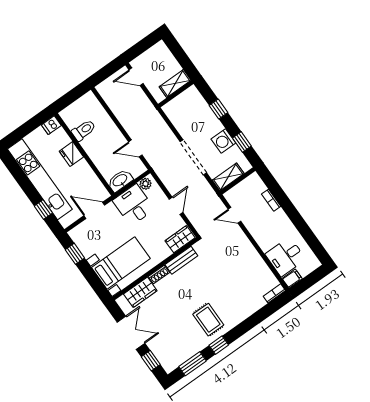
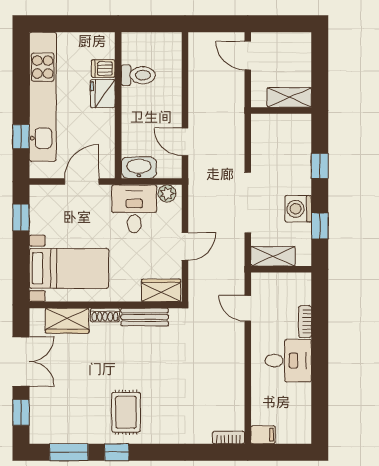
dishwasher: (51, 125) -> (103, 69), moved
door: (94, 210) -> (82, 182), hinge flipped
desk: (286, 257) -> (288, 361), moved, turned 180

